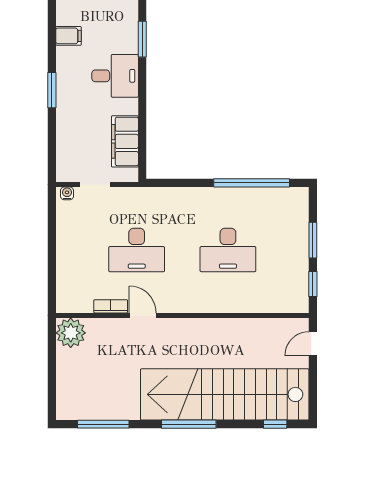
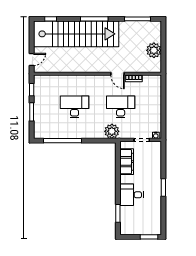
filing cabinet: (68, 36) -> (155, 215), removed
plant: (154, 202) -> (112, 131), added
plant: (71, 333) -> (154, 50), moved

